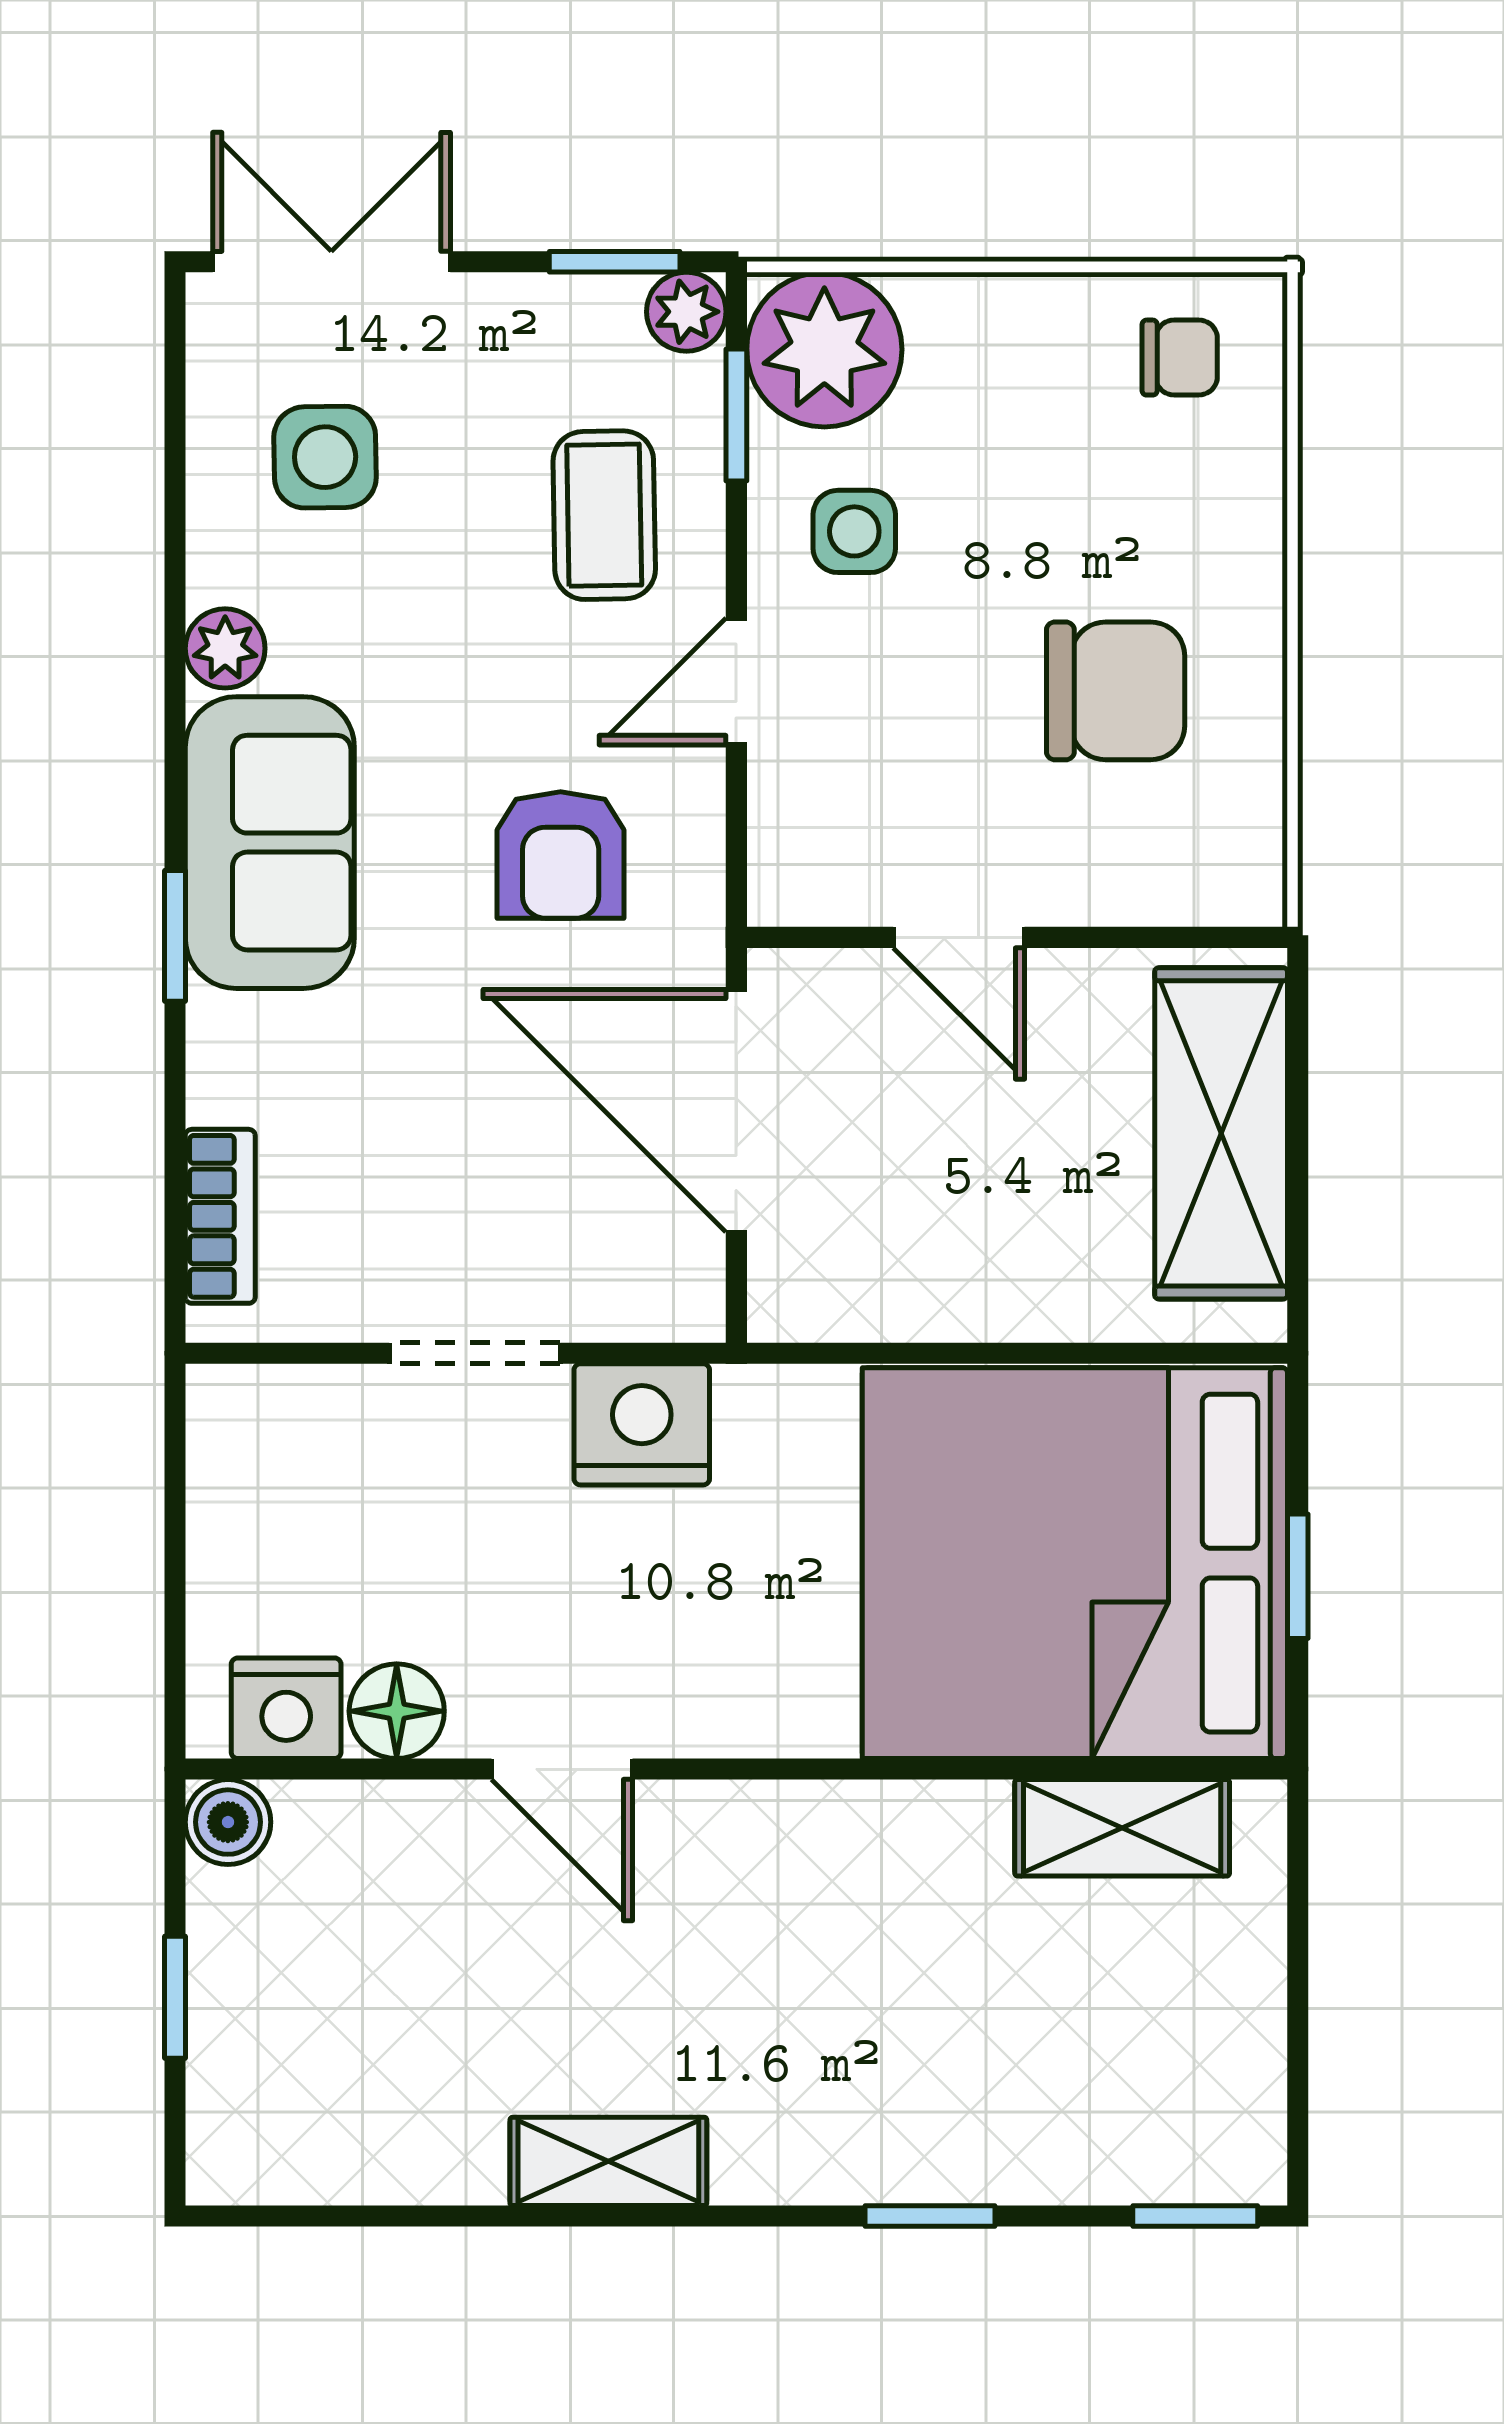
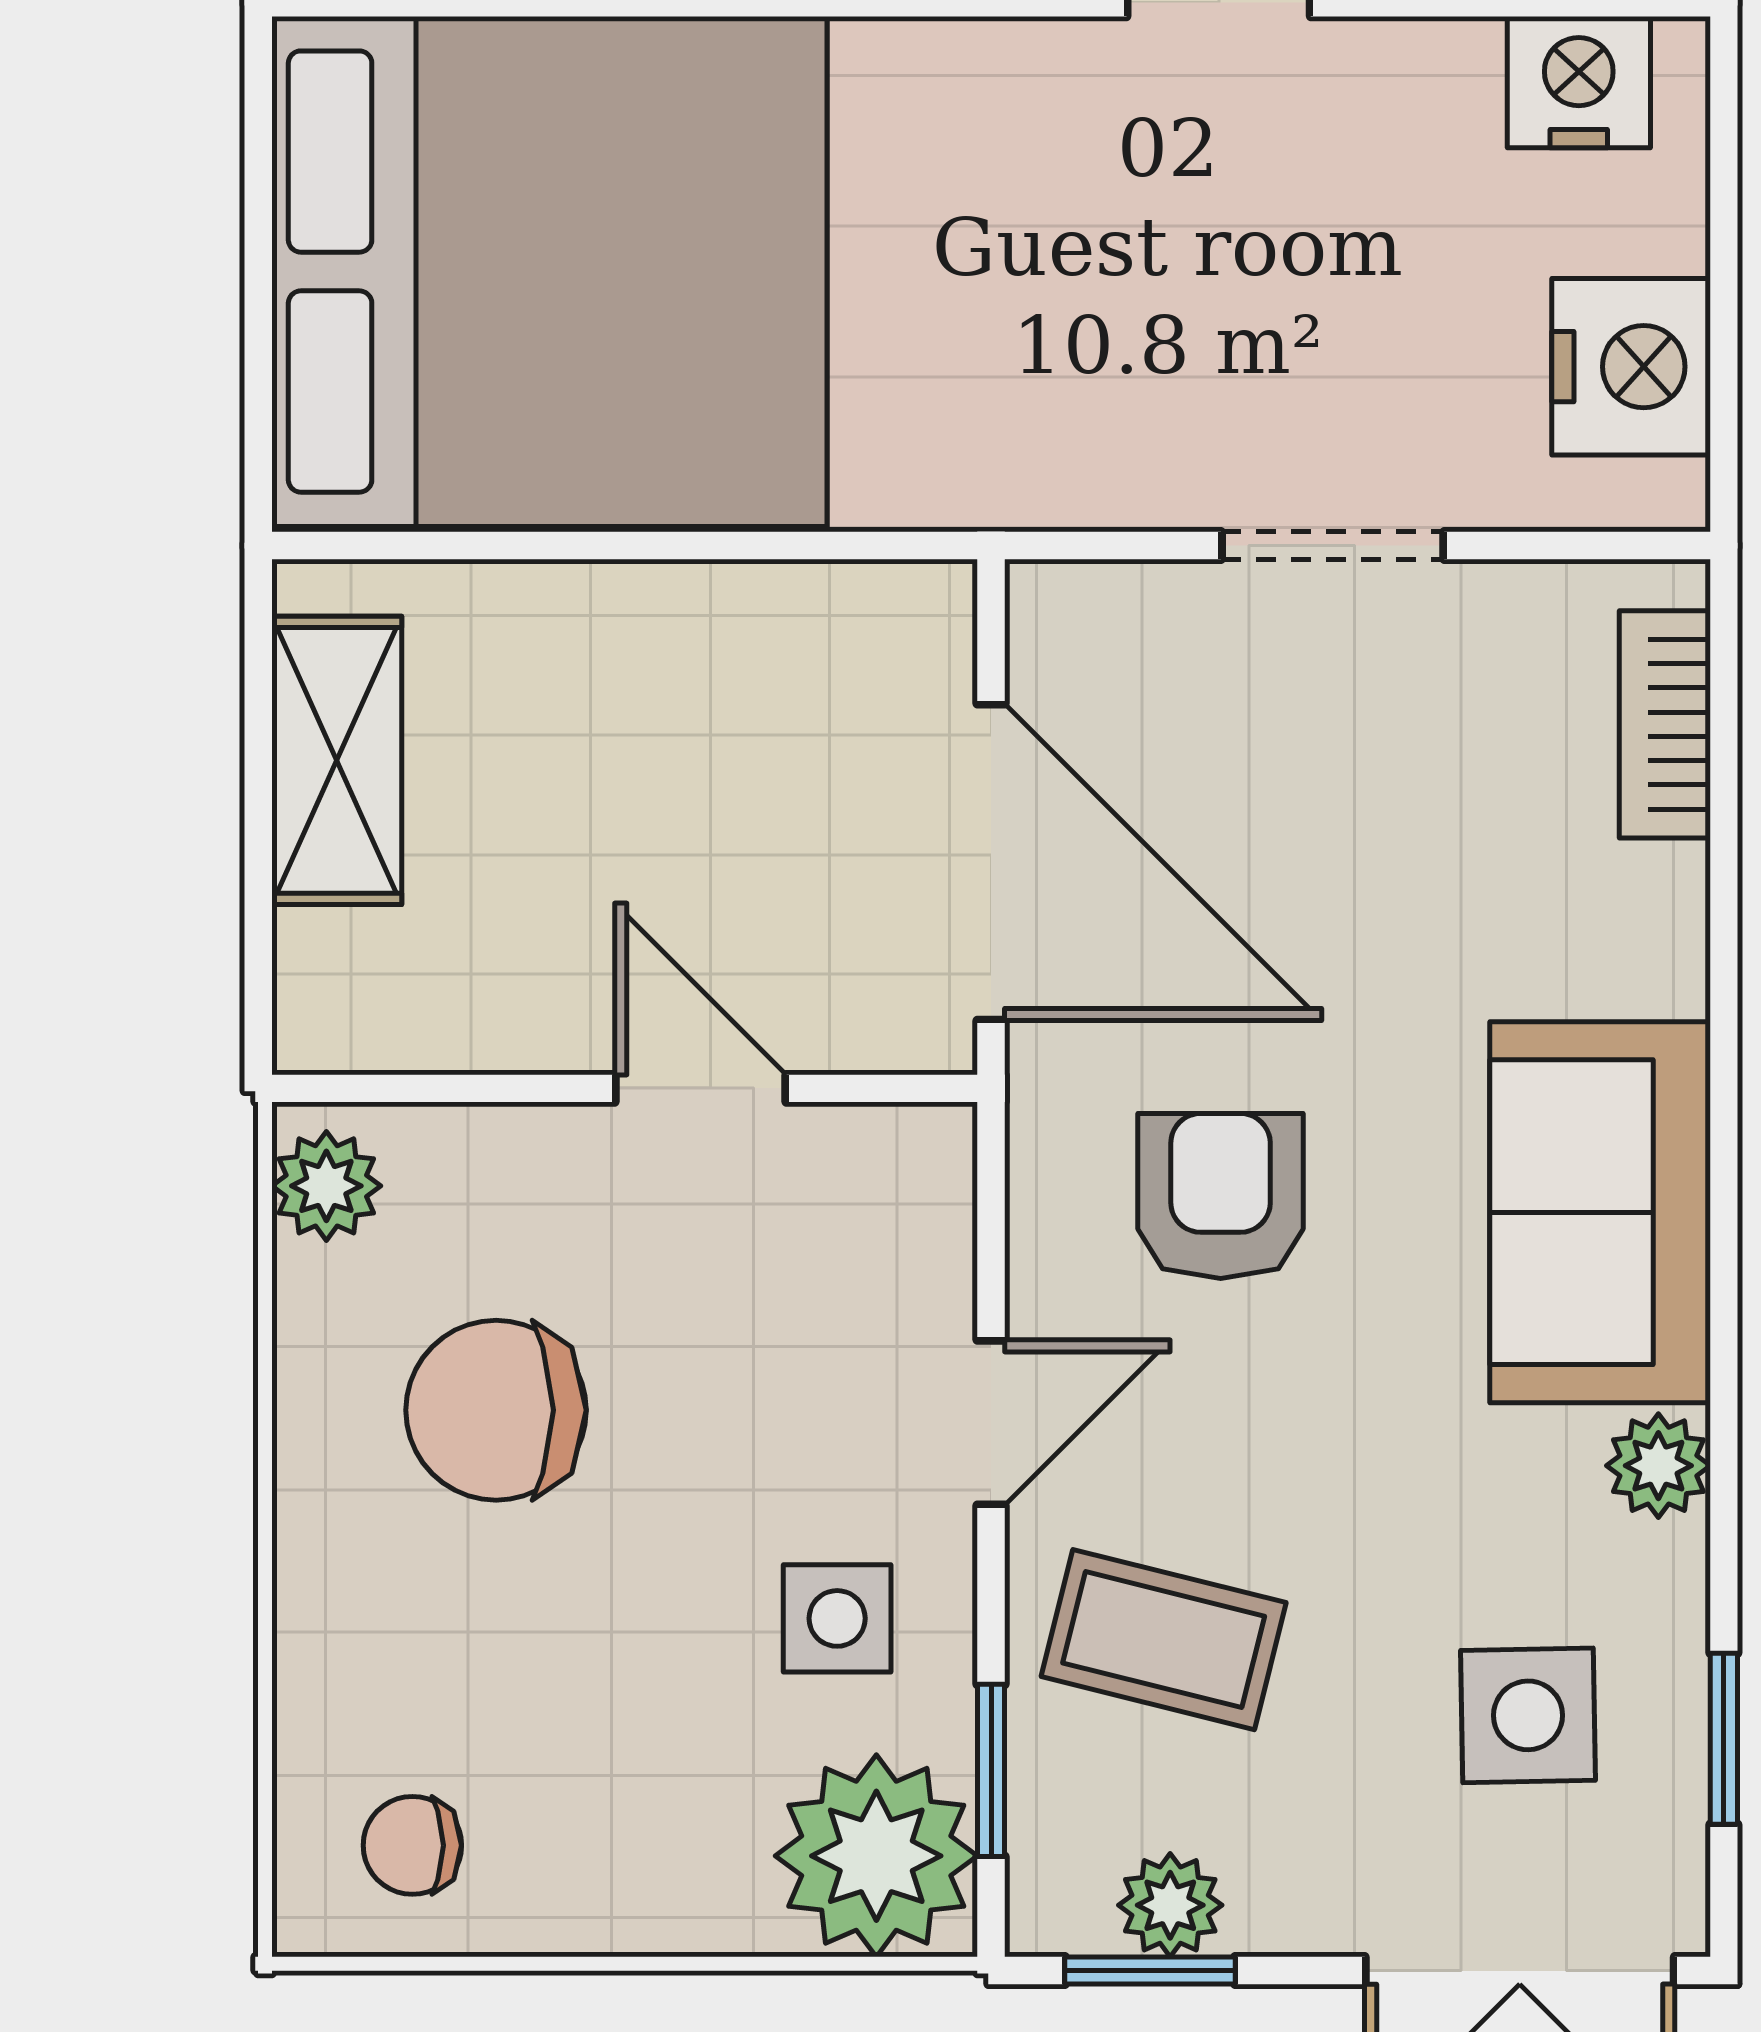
plant: (686, 312) -> (1170, 1905), moved
coffee table: (604, 515) -> (1164, 1640), turned -75
plant: (1246, 863) -> (326, 1186), added
window: (175, 936) -> (1724, 1739), moved
shelving: (1221, 1133) -> (337, 760), width x0.67, depth x0.75
nightstand: (642, 1424) -> (1631, 367), moved, turned -90
window: (1298, 1576) -> (258, 254), removed
floor lamp: (397, 1711) -> (1434, 78), removed

